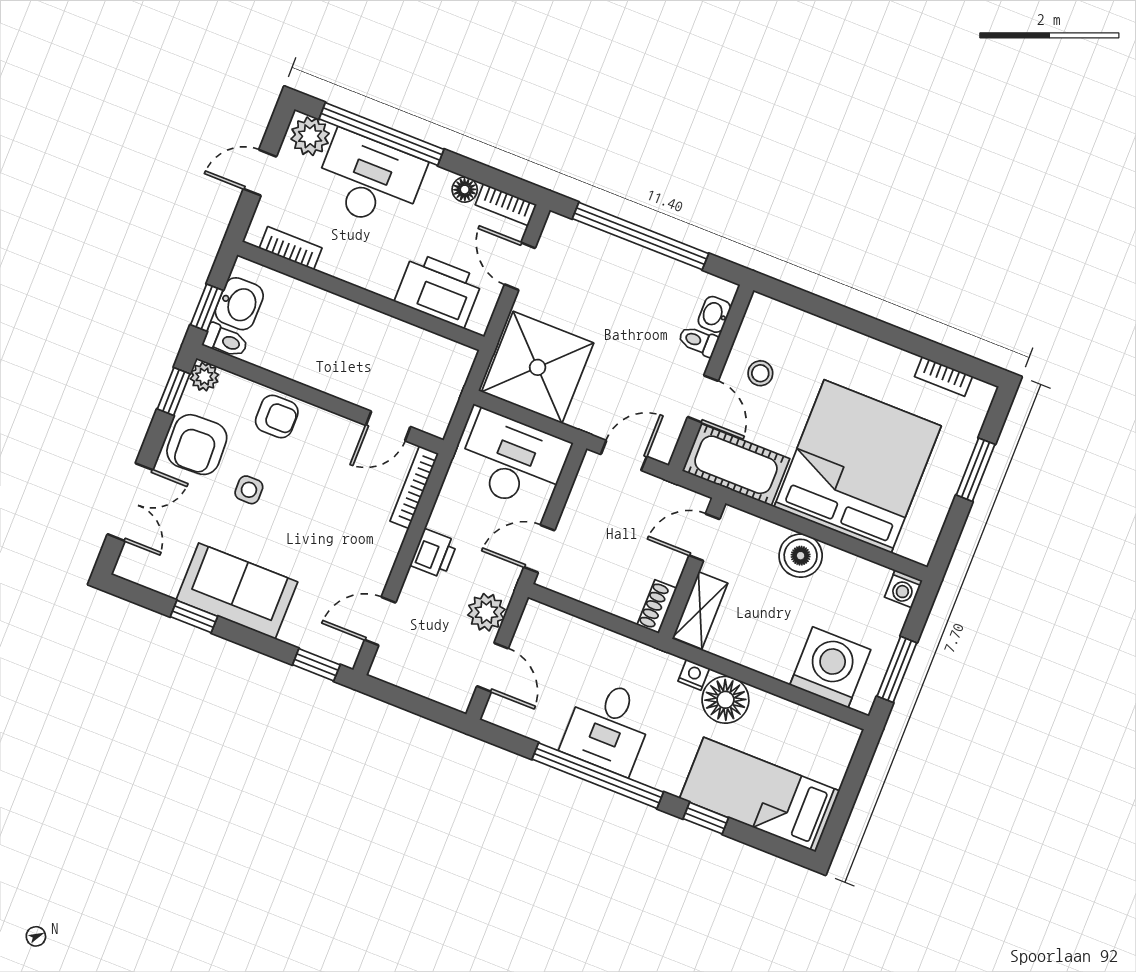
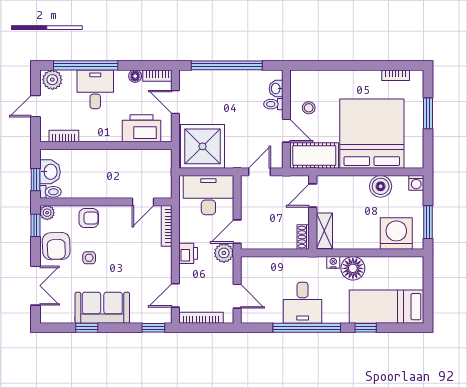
desk: (369, 180) -> (95, 89), width x0.73
boiler: (801, 556) -> (381, 186), moved
plant: (486, 612) -> (224, 253), moved
bookcase: (411, 681) -> (201, 318), added

